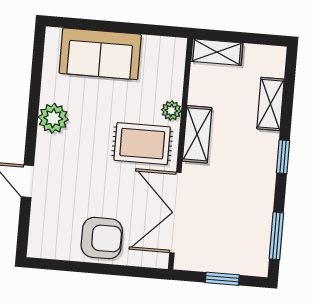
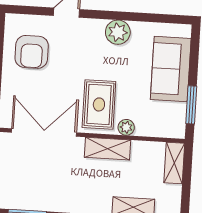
window: (145, 29) -> (191, 105), added
armchair: (102, 238) -> (32, 52), moved

